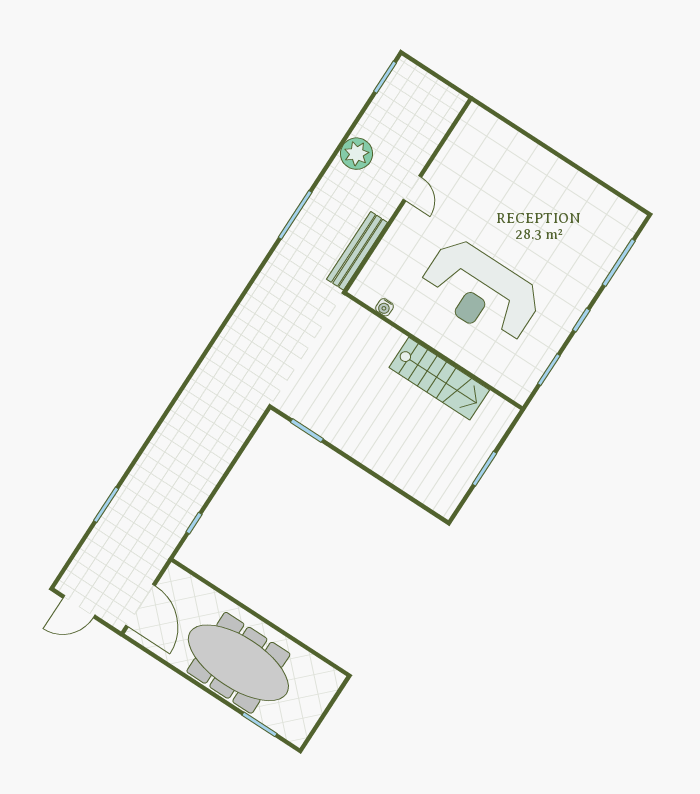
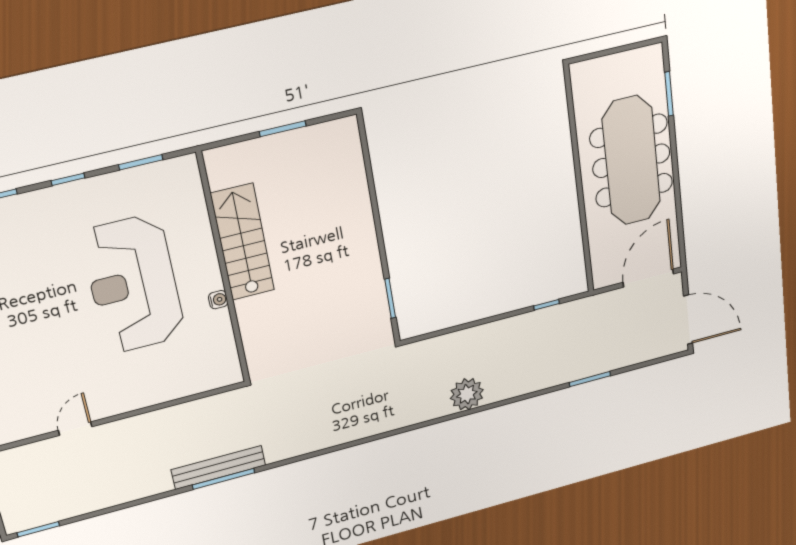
plant: (357, 154) -> (467, 394), moved
door: (412, 188) -> (75, 429), moved
bench: (357, 251) -> (218, 467), moved
reception desk: (481, 291) -> (133, 284), turned 180
water cooler: (385, 307) -> (218, 300), moved
door: (79, 607) -> (688, 320), width x1.36

